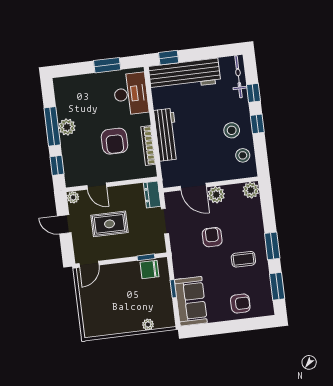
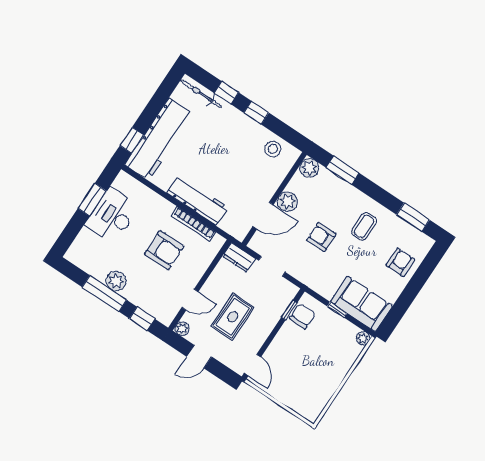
desk: (131, 94) -> (112, 216), moved, turned -90
stool: (232, 130) -> (243, 140), removed
window: (272, 246) -> (343, 170), moved
chair: (150, 269) -> (303, 316), turned 180
plant: (148, 325) -> (363, 338), moved

